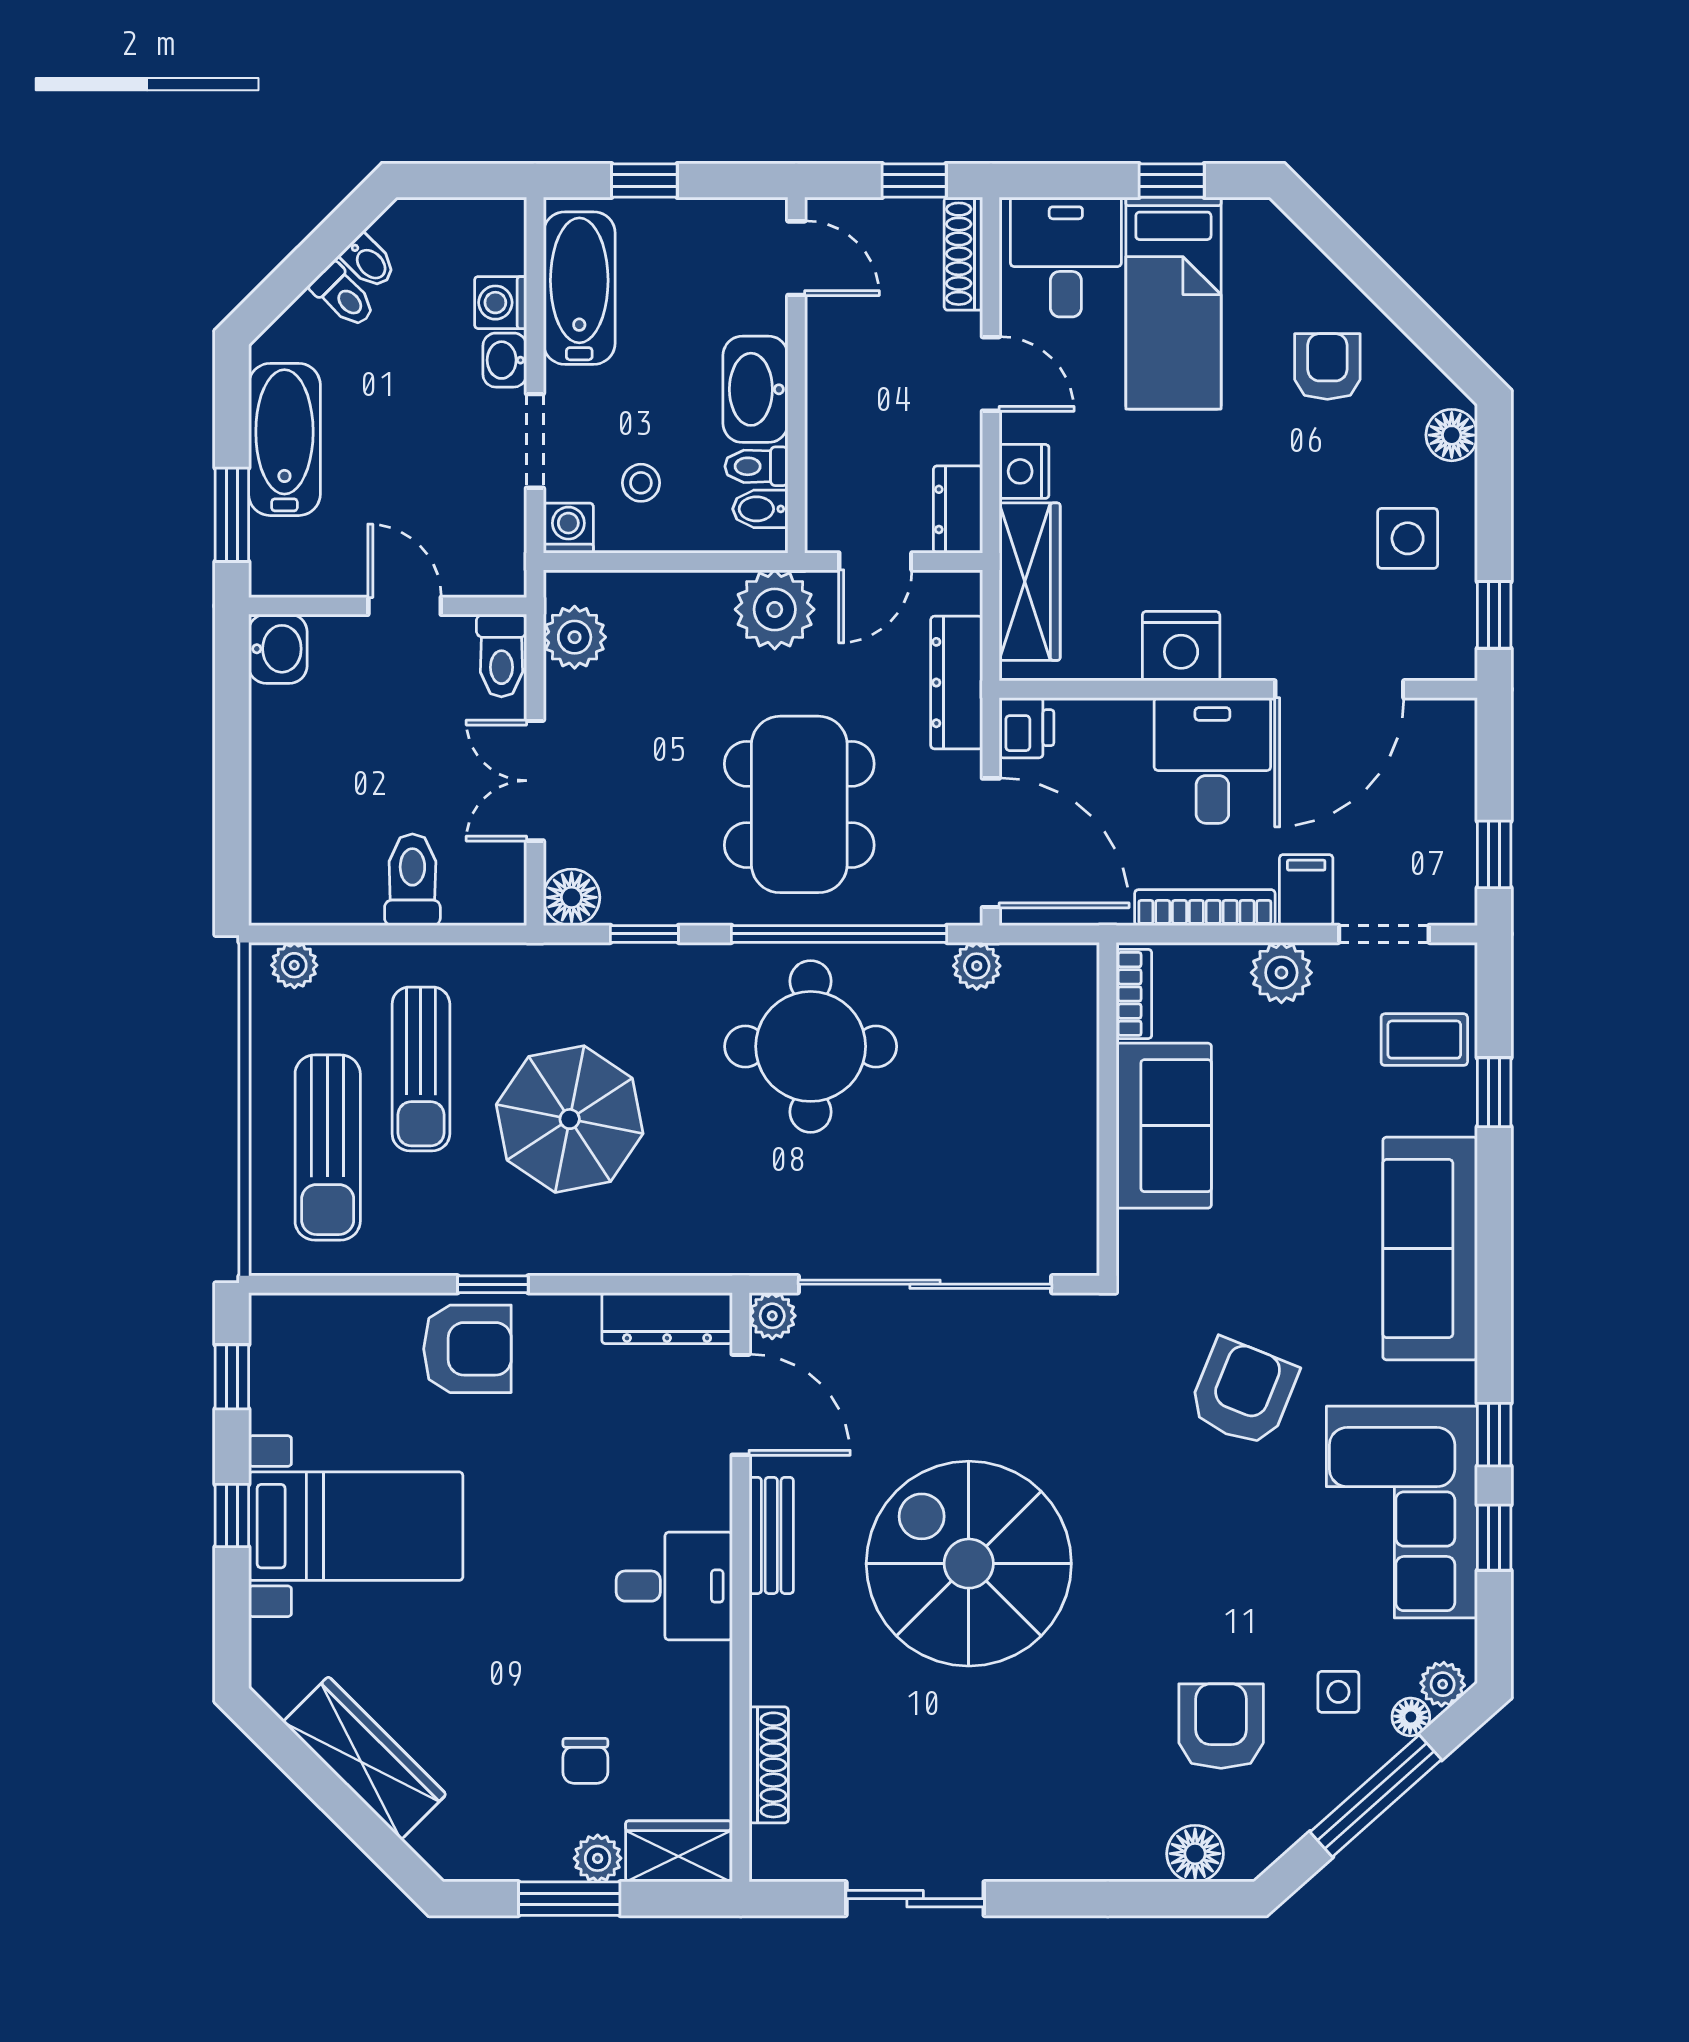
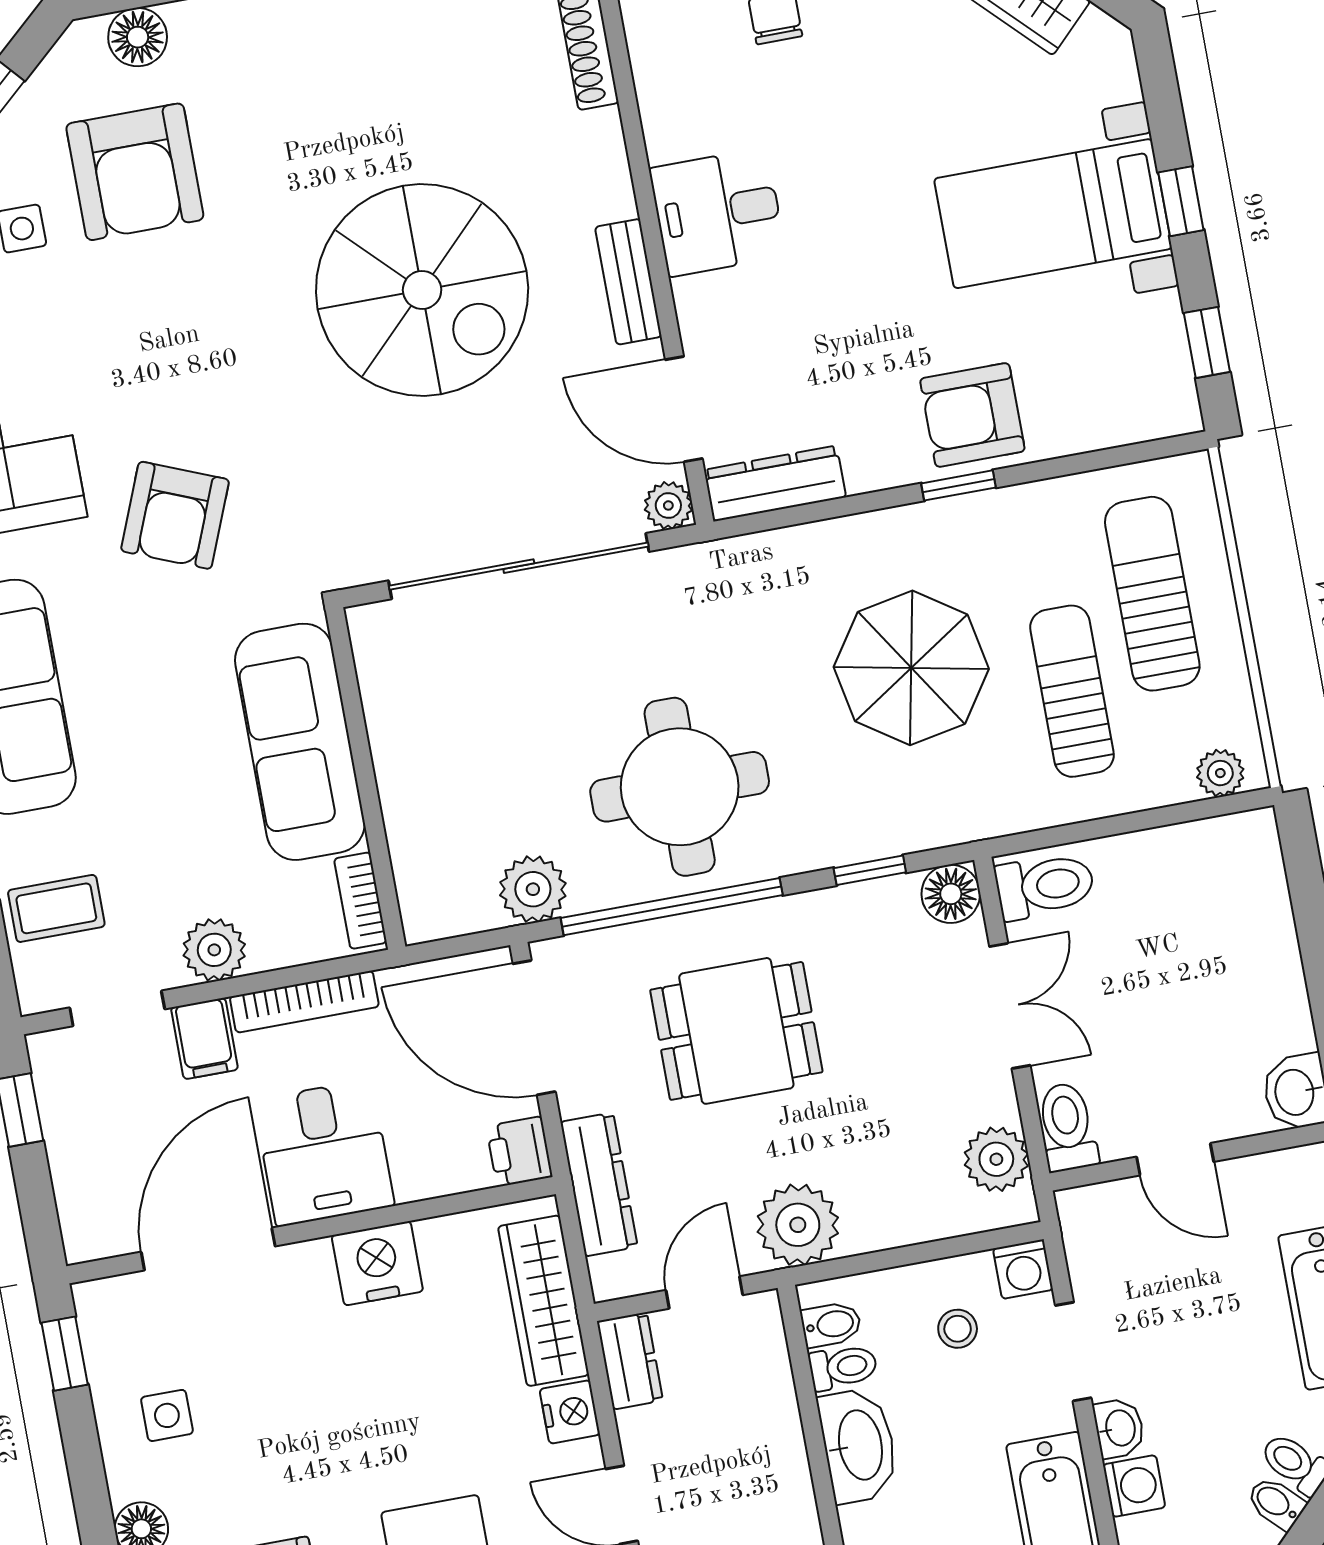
side table: (1408, 538) -> (167, 1415), width x0.73, depth x0.73
dining table: (799, 804) -> (736, 1031), width x0.73
toilet: (412, 880) -> (1045, 886), moved, turned -90
plant: (977, 966) -> (533, 889), width x1.38, depth x1.38
sofa: (1164, 1126) -> (300, 742), width x1.36
armchair: (1221, 1726) -> (135, 172), width x1.36, depth x1.36

